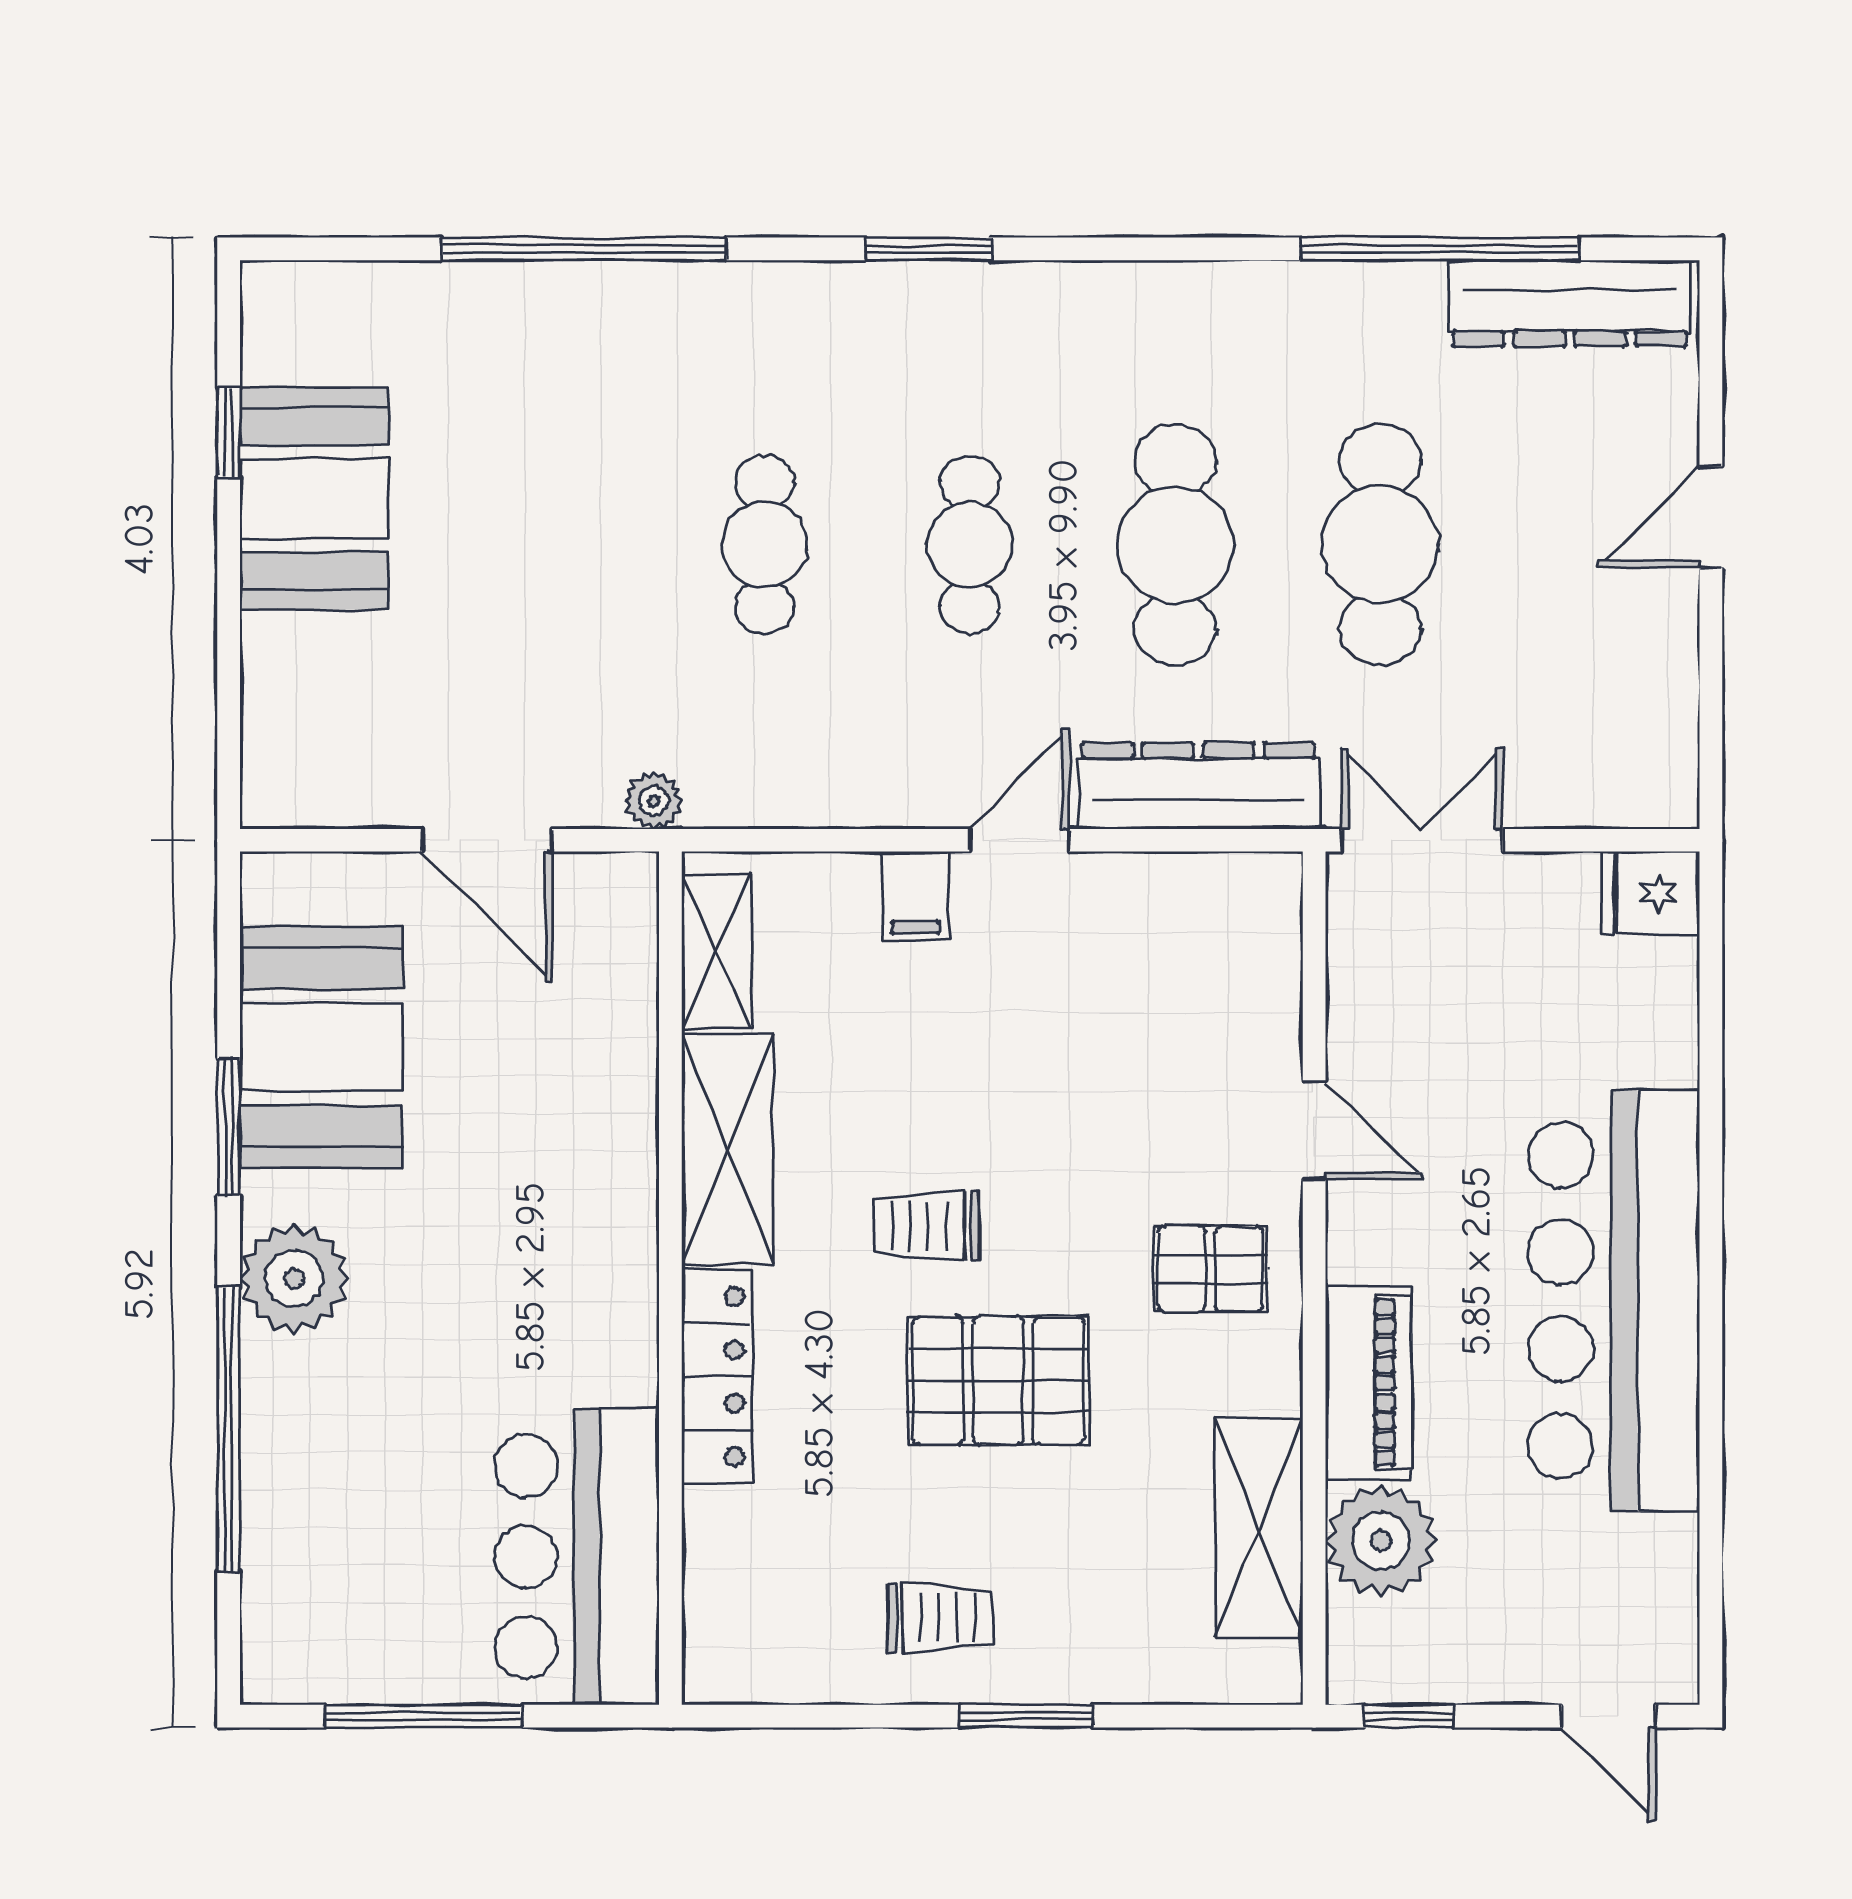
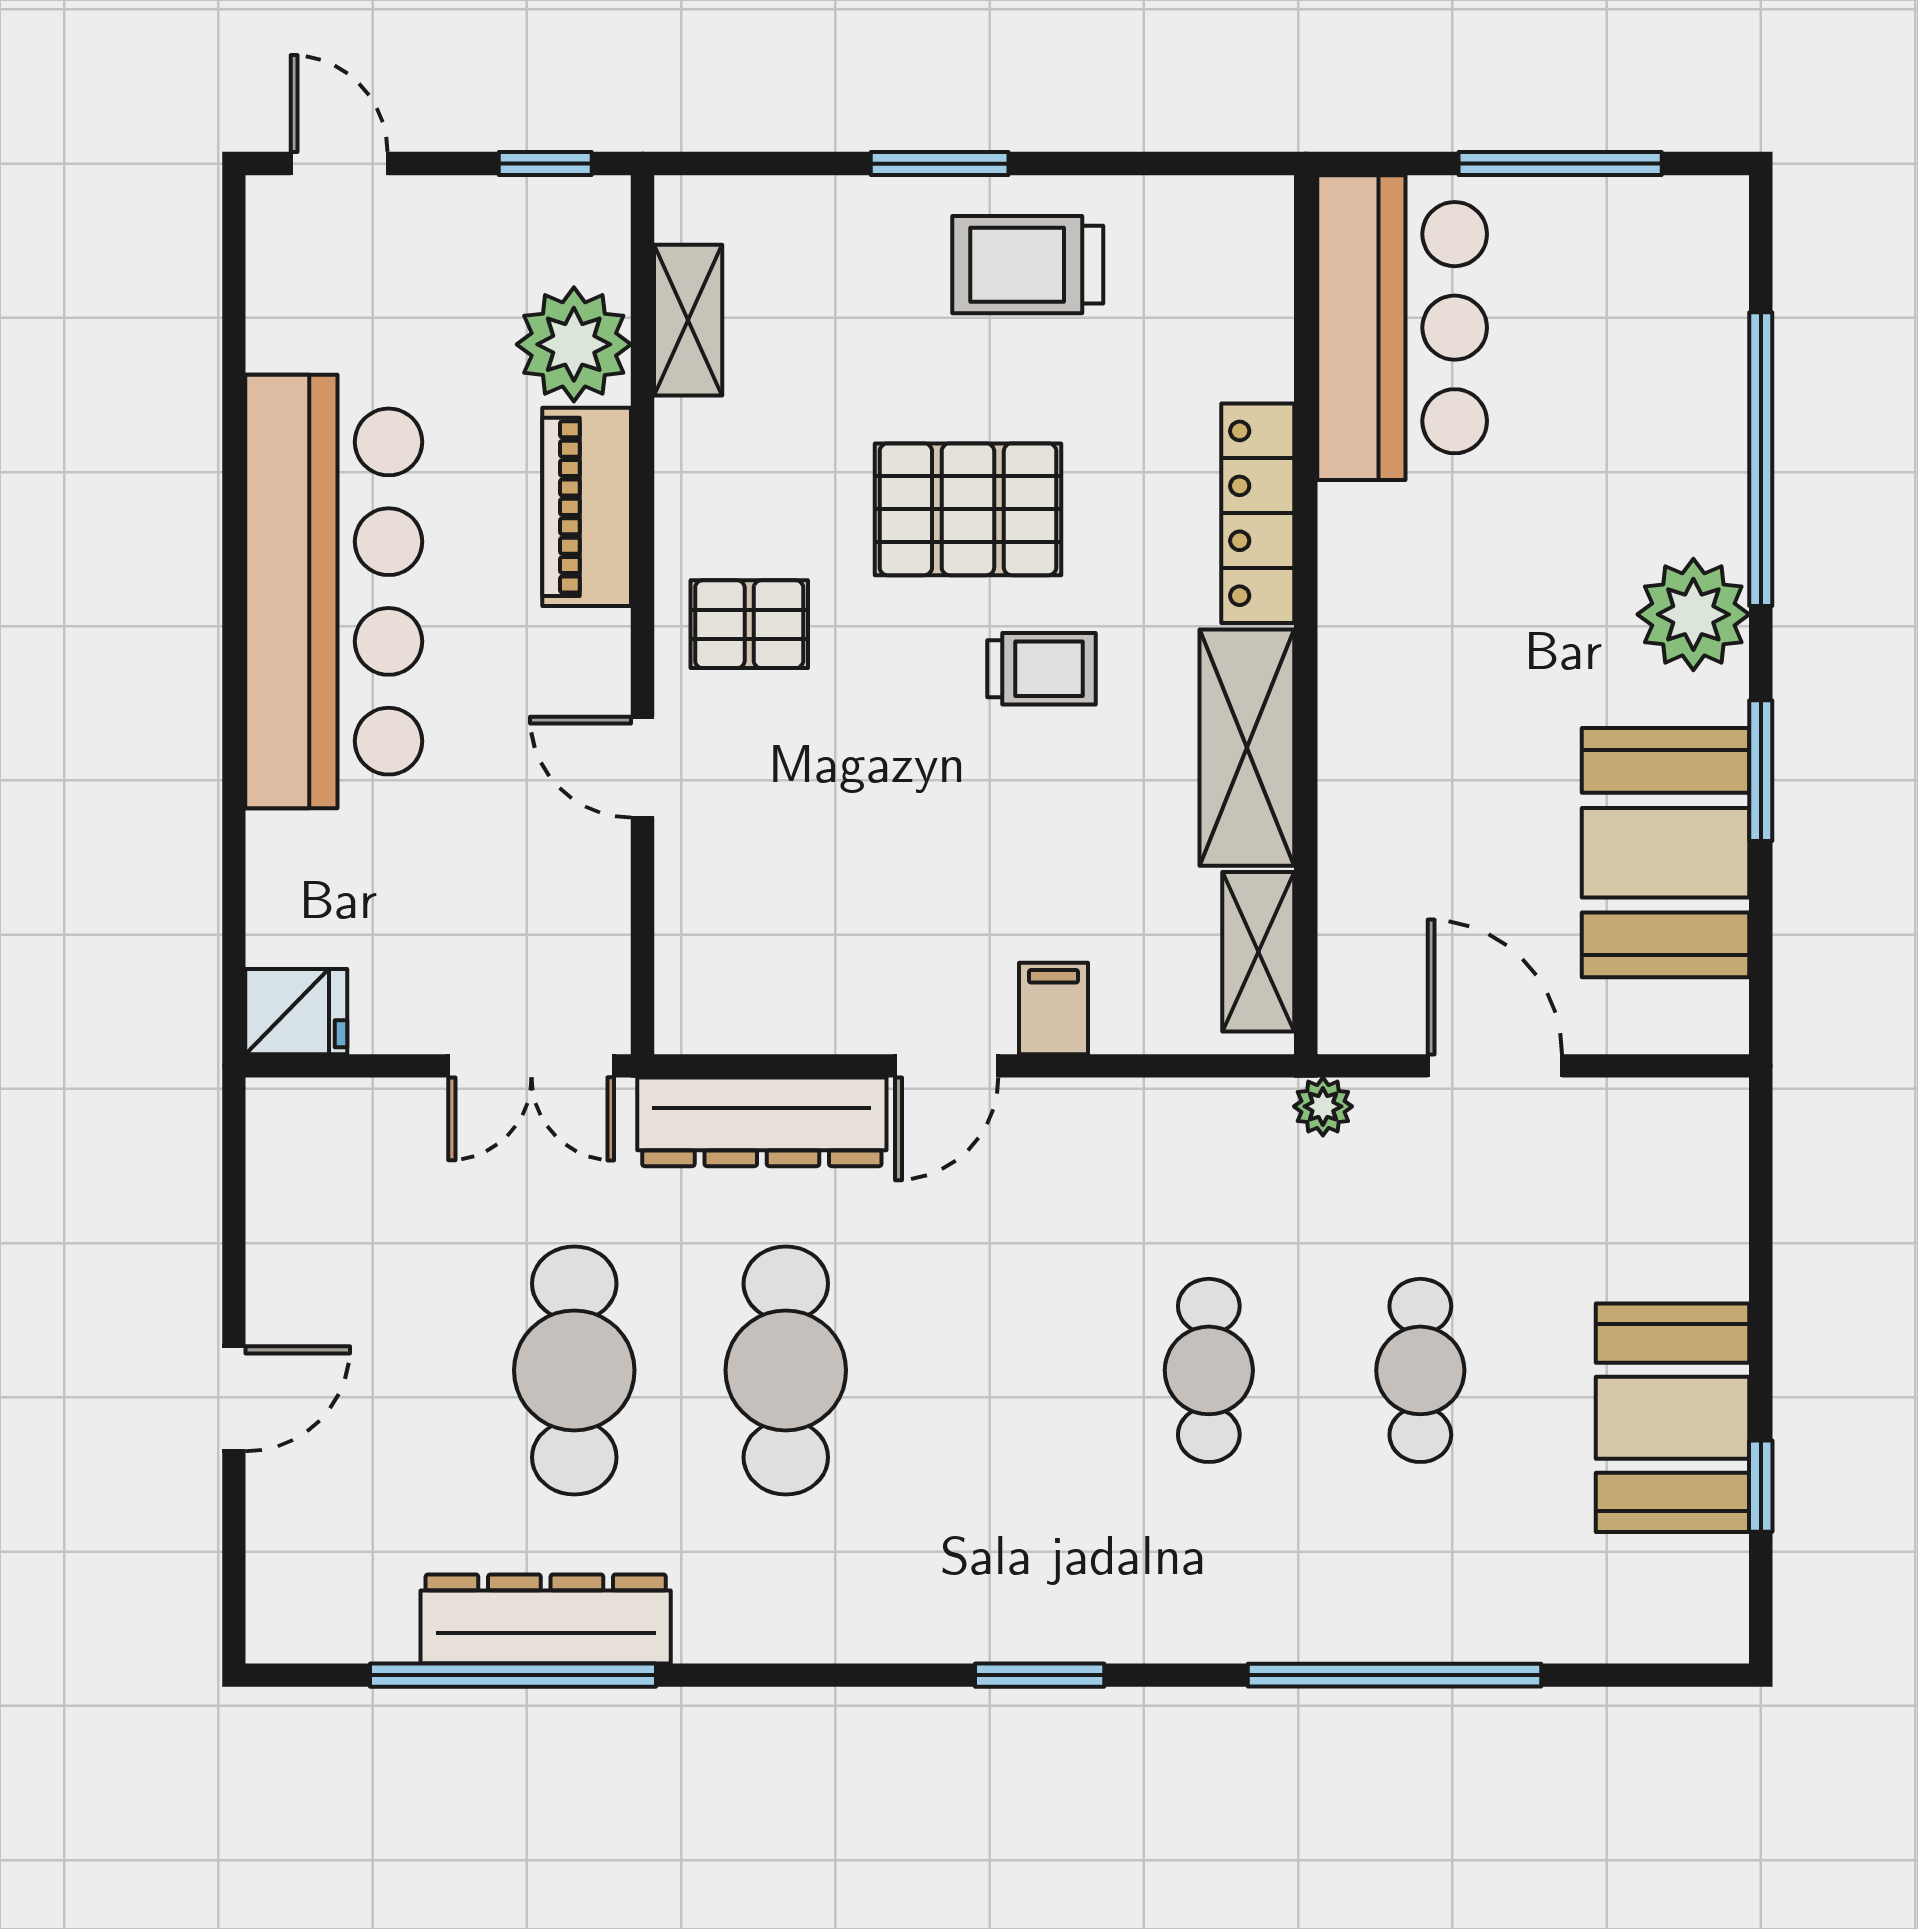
dresser: (1570, 303) -> (546, 1619), moved
cafe table: (970, 545) -> (1420, 1370), moved
shelving: (1259, 1528) -> (688, 320), width x0.67, depth x0.75
trolley: (940, 1618) -> (1028, 265), width x1.36, depth x1.39

